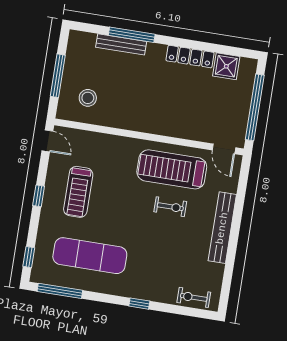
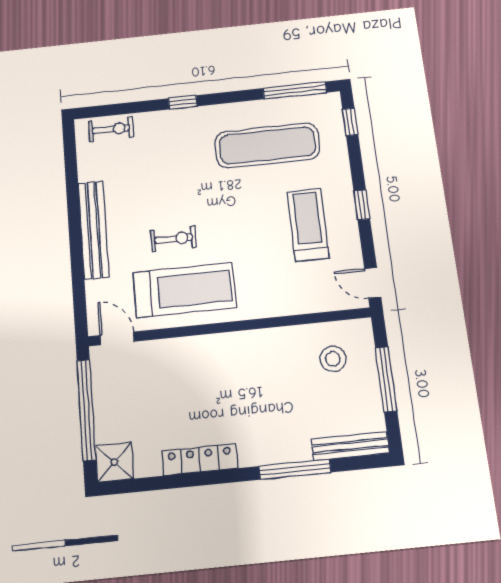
bench: (121, 44) -> (350, 446), moved
shower: (226, 66) -> (114, 462), moved
exercise bike: (170, 207) -> (174, 239), turned 180

